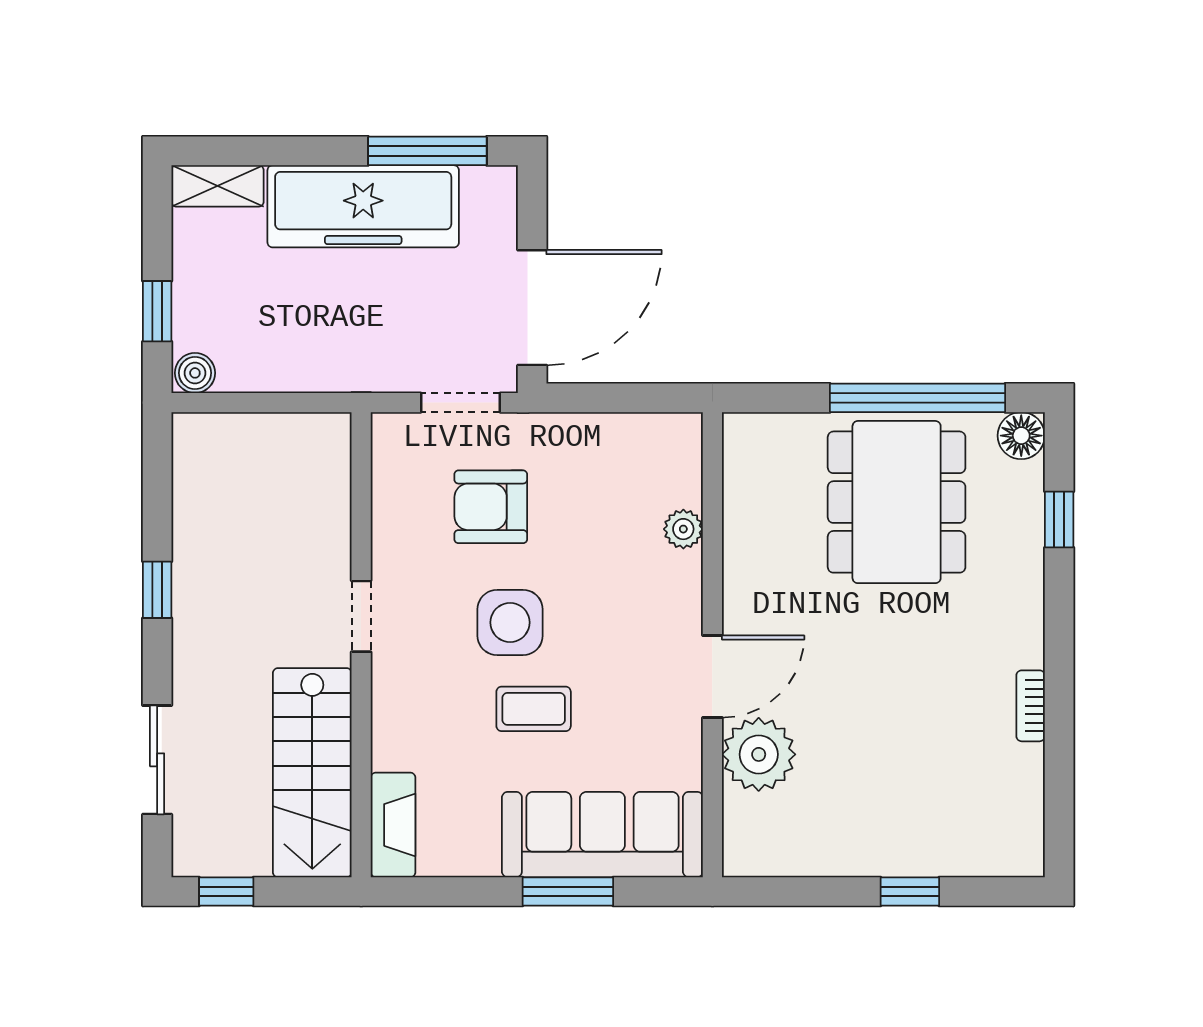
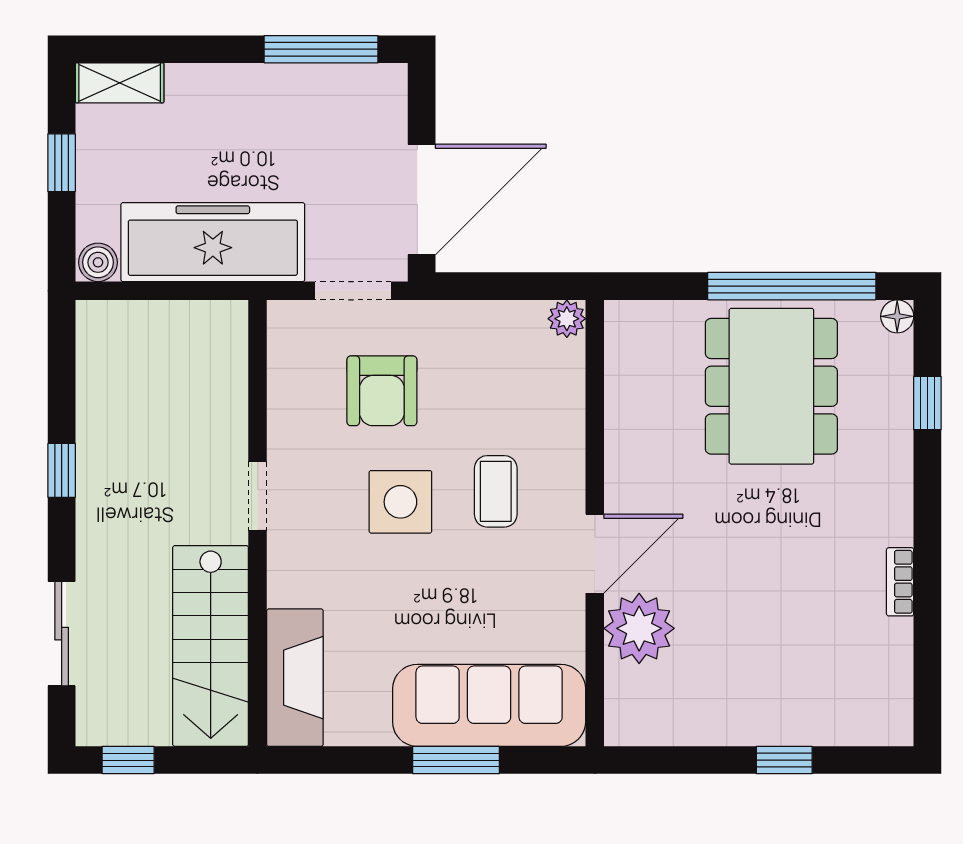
freezer: (363, 206) -> (213, 242), moved, turned 180
window: (157, 311) -> (62, 163), moved
floor lamp: (1021, 436) -> (897, 316), width x0.73, depth x0.73
armchair: (491, 507) -> (382, 391), turned -90
plant: (683, 529) -> (567, 319), moved
coffee table: (534, 709) -> (496, 491), moved, turned 90
fireplace: (393, 825) -> (295, 678), width x1.37, depth x1.32

